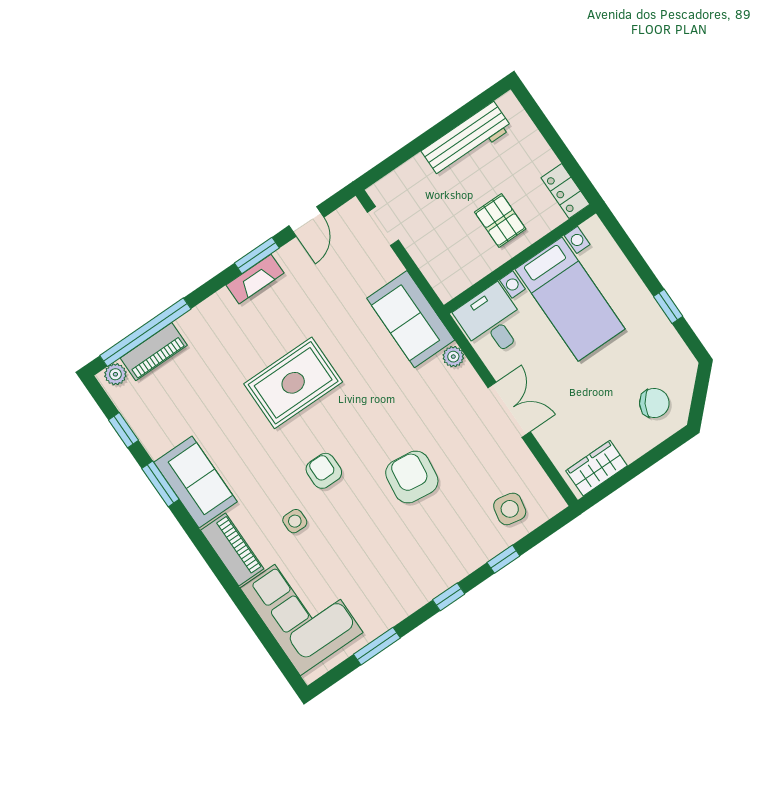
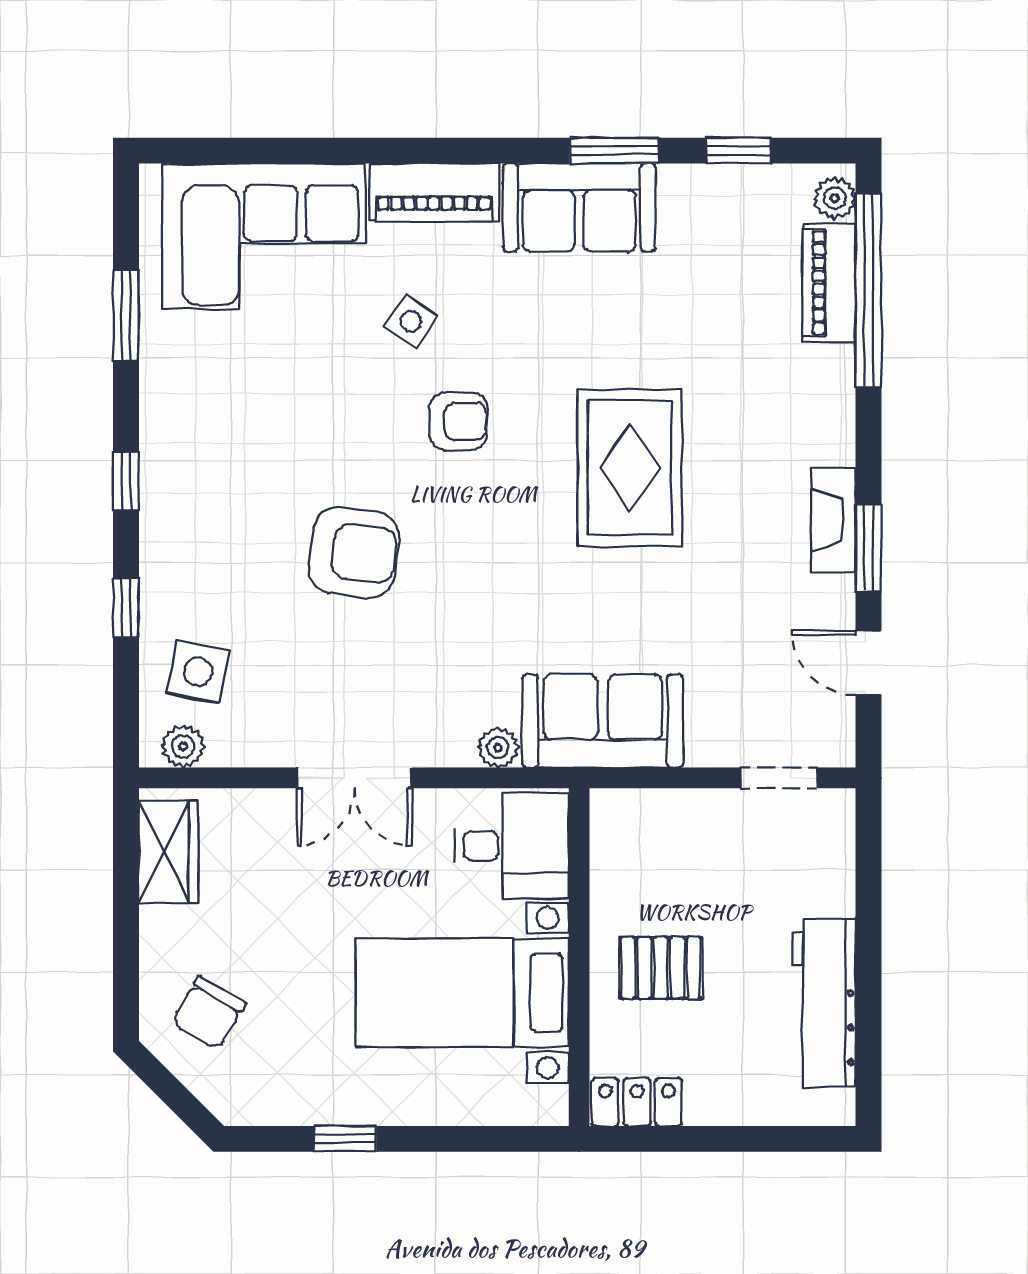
plant: (546, 493) -> (183, 746), added
side table: (295, 521) -> (411, 321), turned 34

